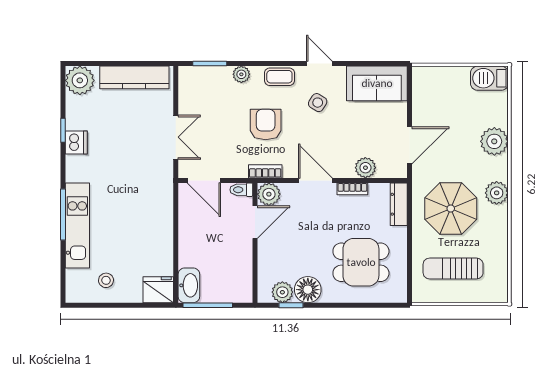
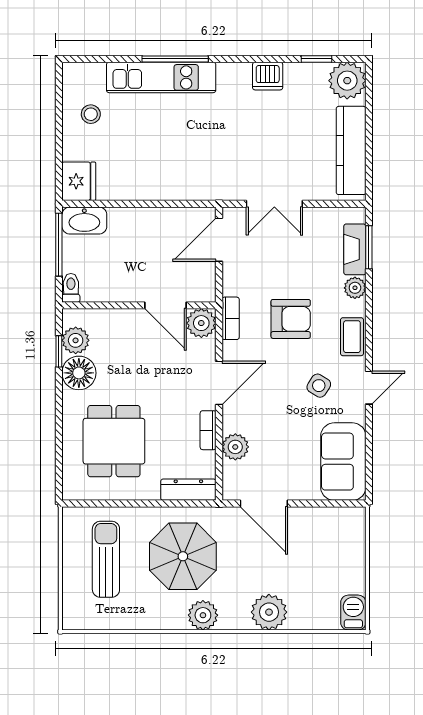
fireplace: (211, 74) -> (355, 249), added
barbecue: (489, 78) -> (353, 612), width x0.73, depth x0.79
window: (63, 130) -> (317, 59), moved
toilet: (241, 190) -> (71, 288), moved

